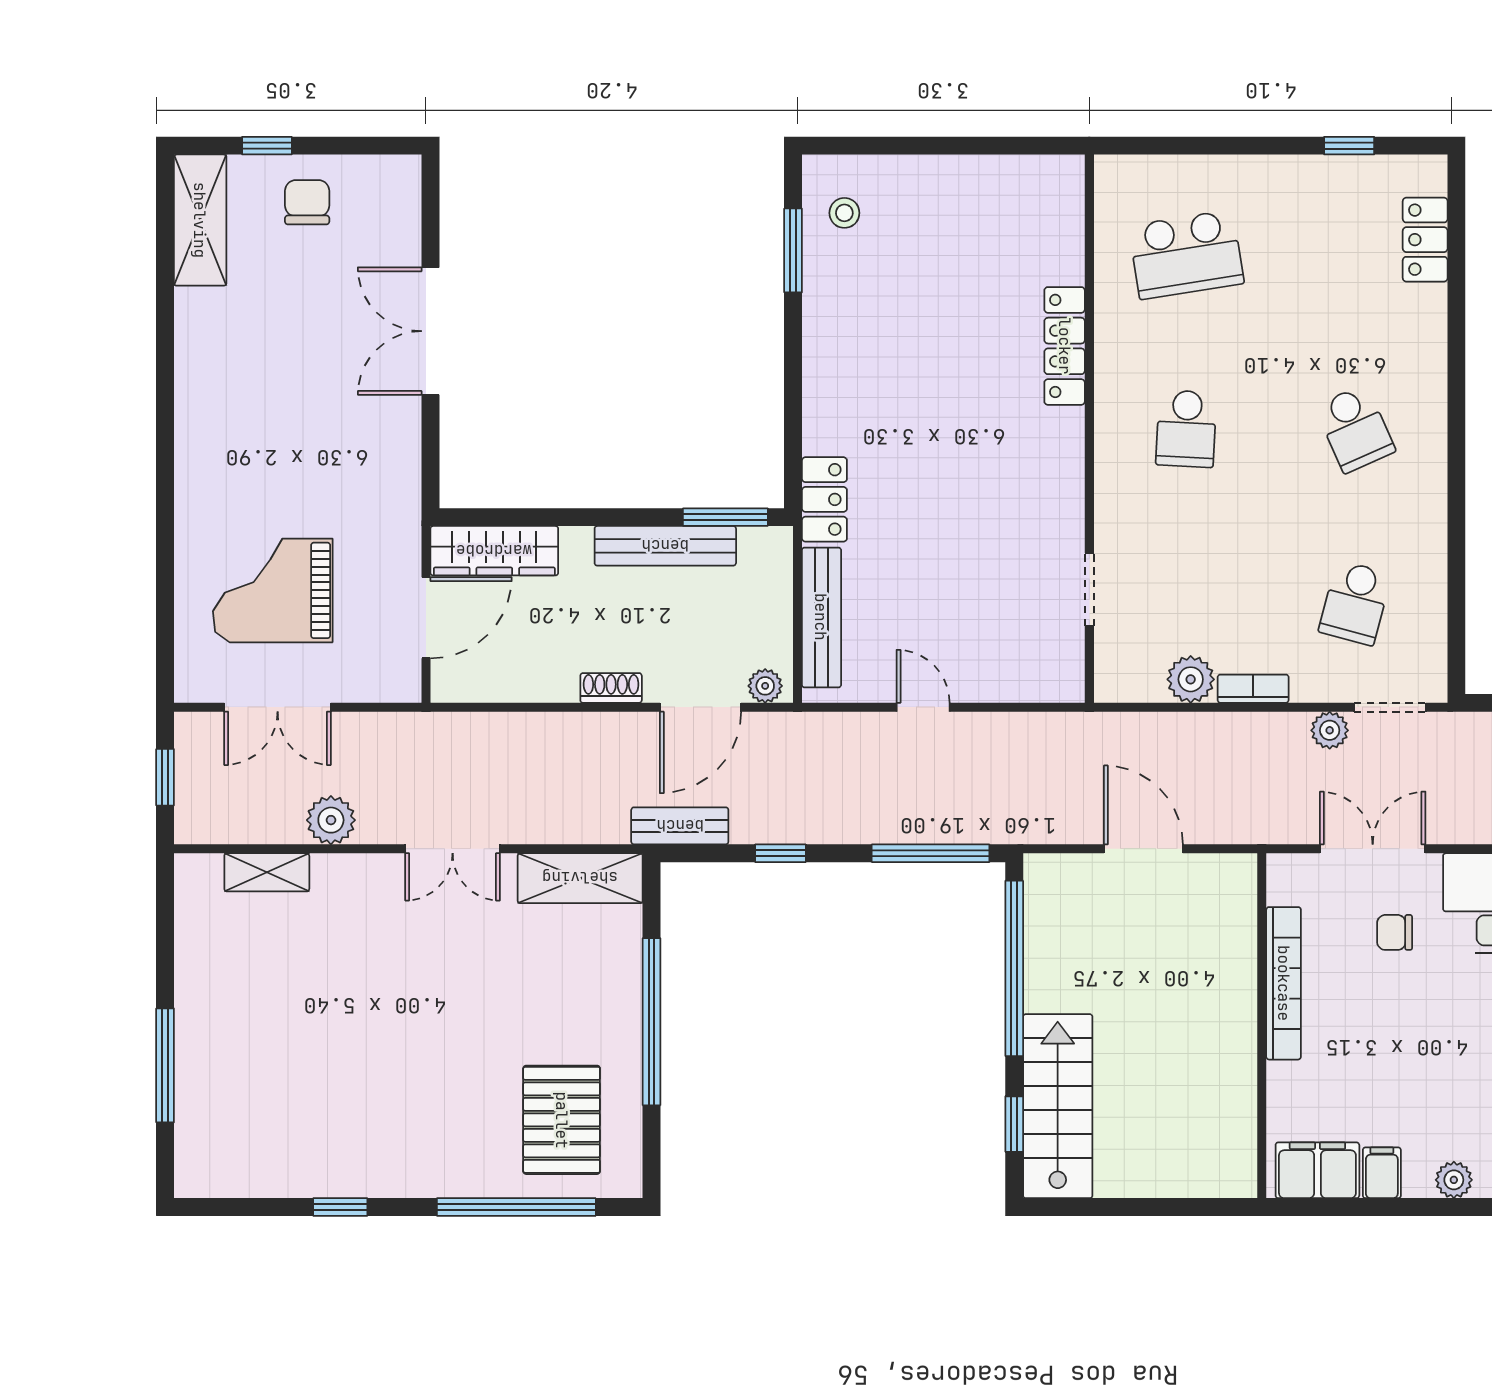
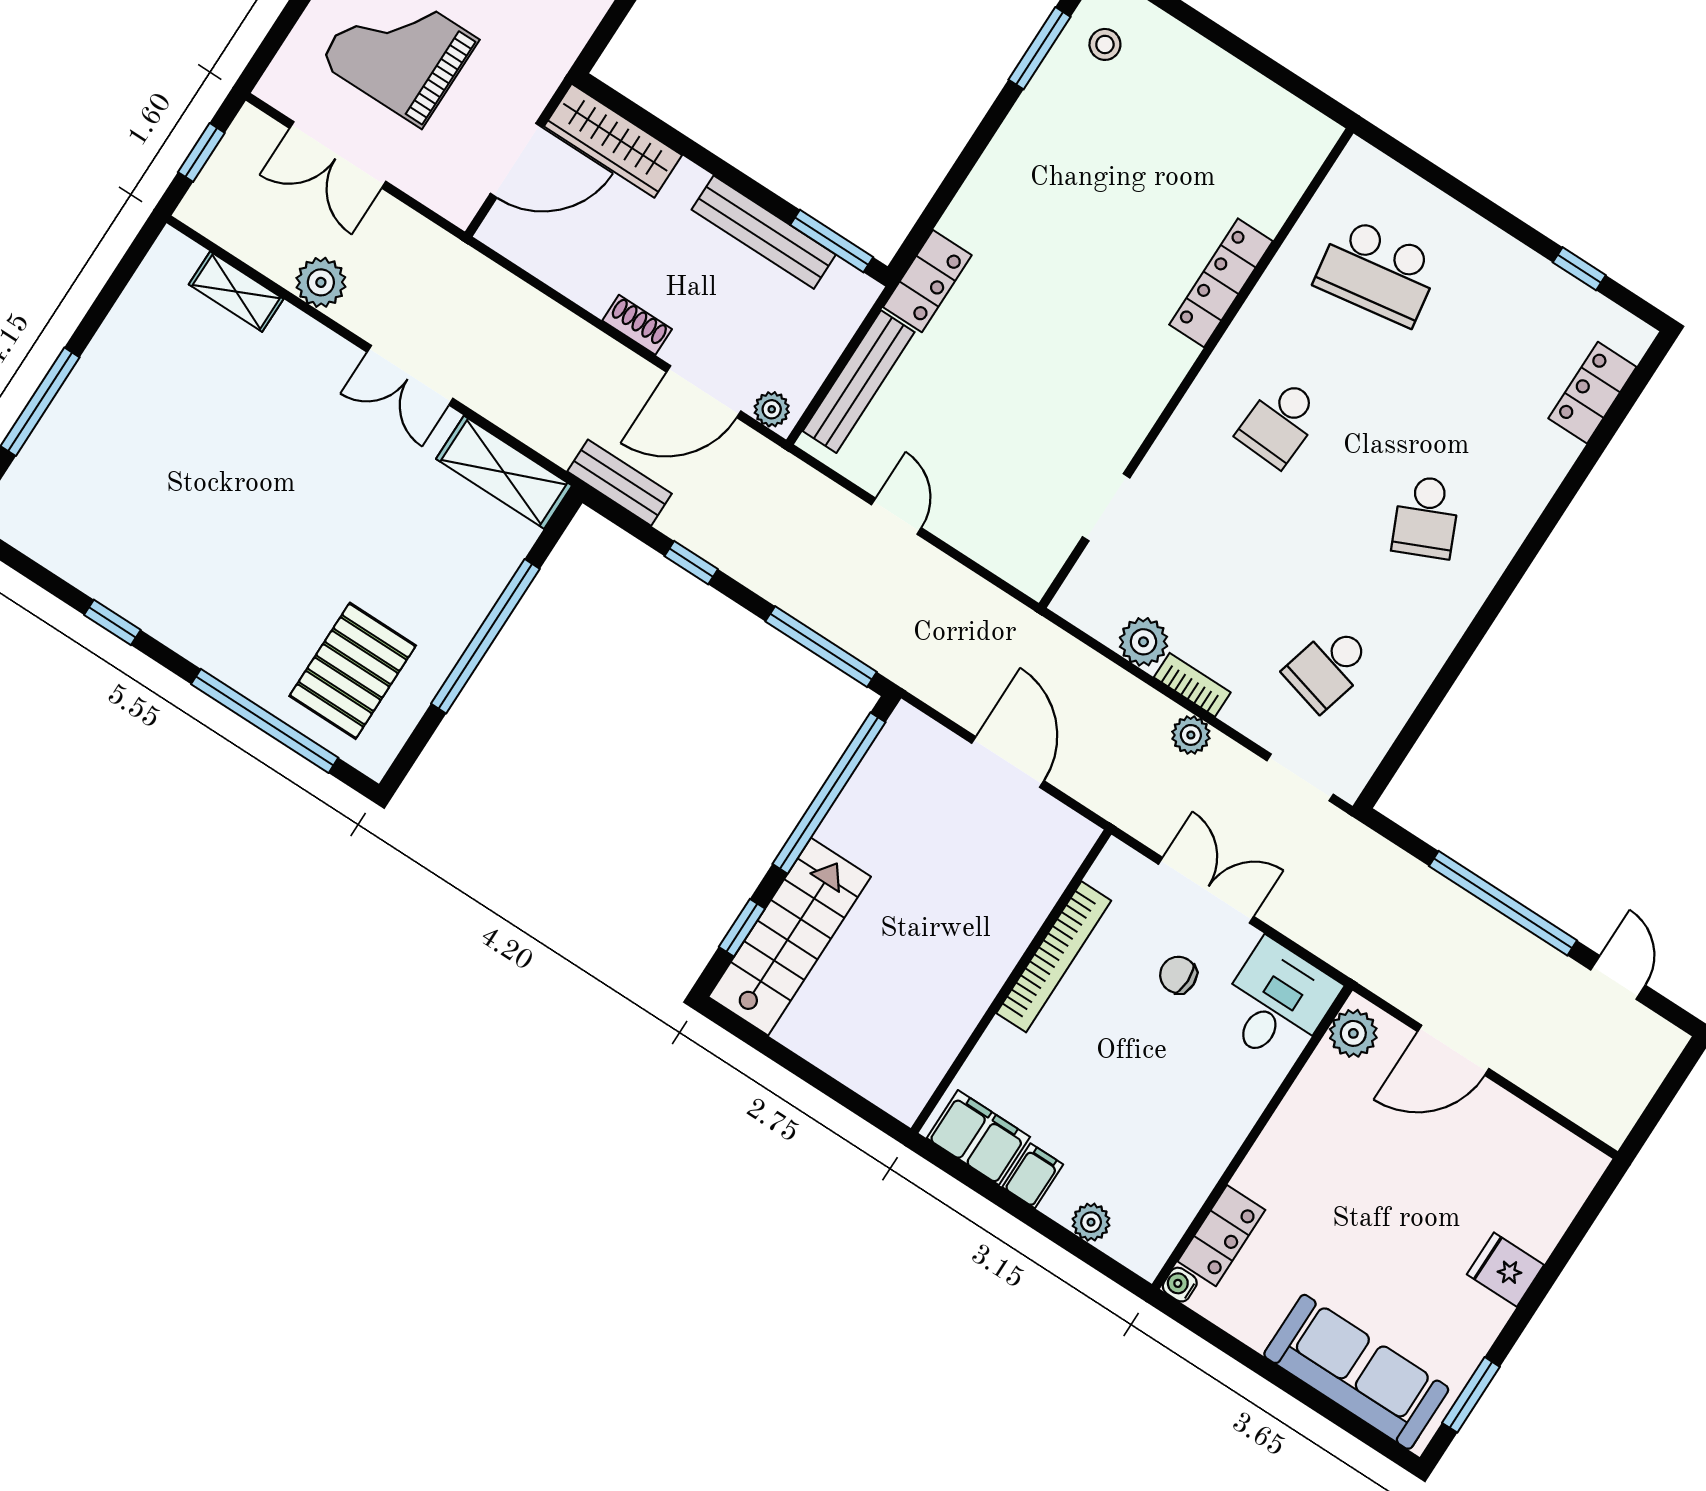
plant: (1330, 730) -> (1191, 735), moved

